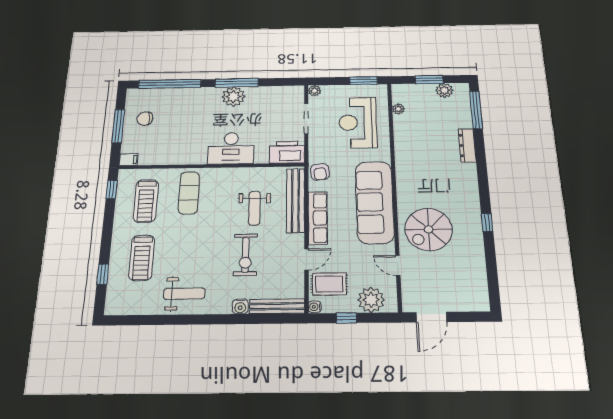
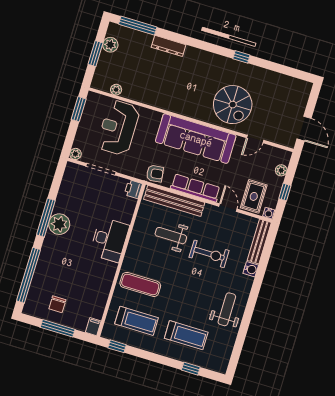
reception desk: (358, 123) -> (118, 128), turned 90
printer: (287, 152) -> (133, 189), width x0.53, depth x0.68
weight bench: (254, 208) -> (171, 236), turned 180
plant: (371, 300) -> (281, 170), width x0.53, depth x0.53

